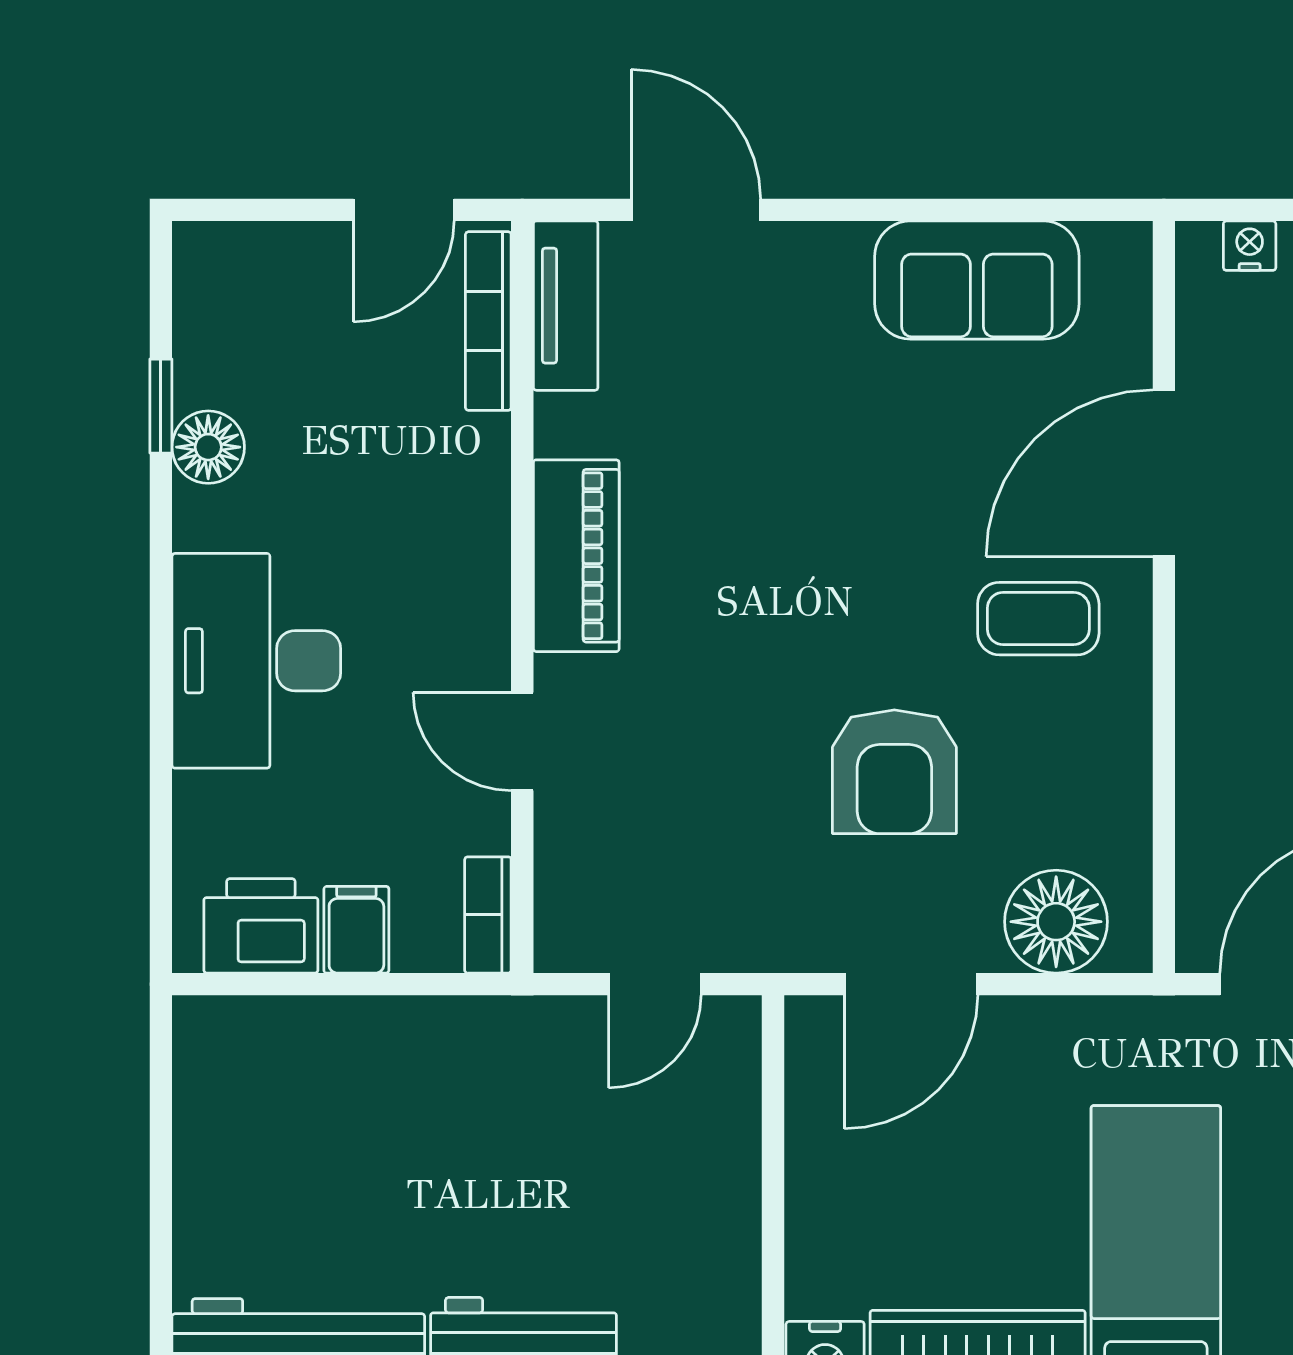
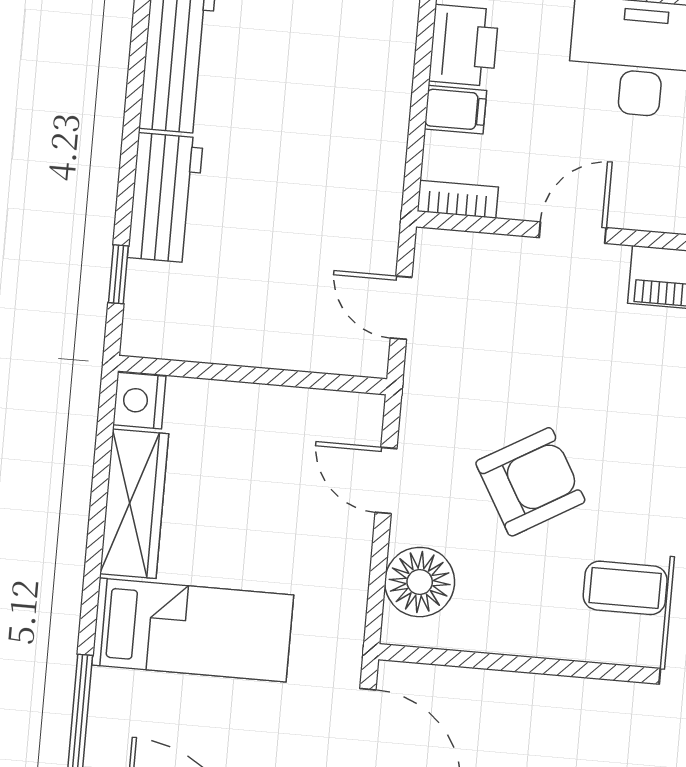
coffee table: (1038, 619) -> (625, 588), turned 90
armchair: (894, 772) -> (530, 482), turned 150
door: (911, 984) -> (386, 481), width x0.73

